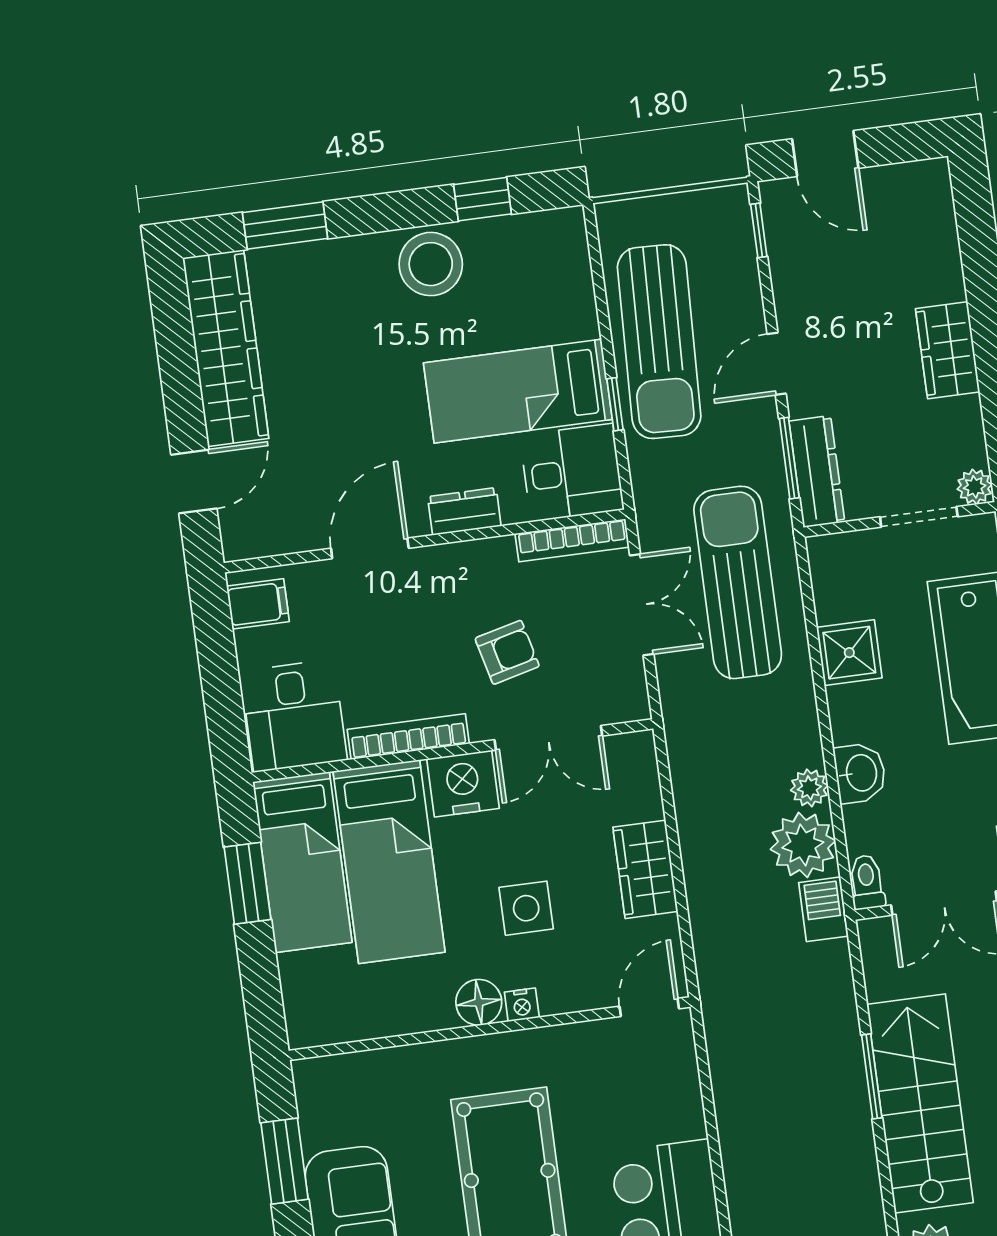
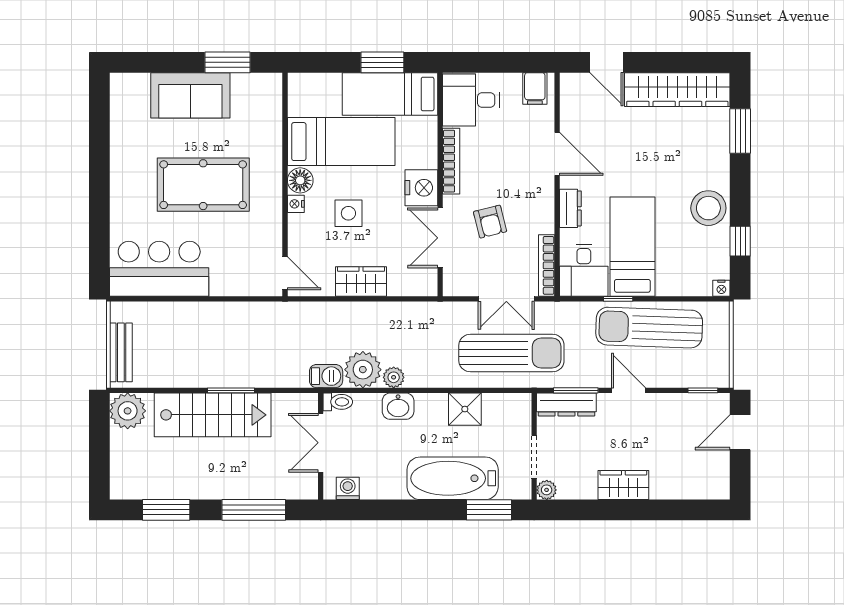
nightstand: (571, 222) -> (721, 288), added
bed: (389, 862) -> (341, 142), moved, turned 180

